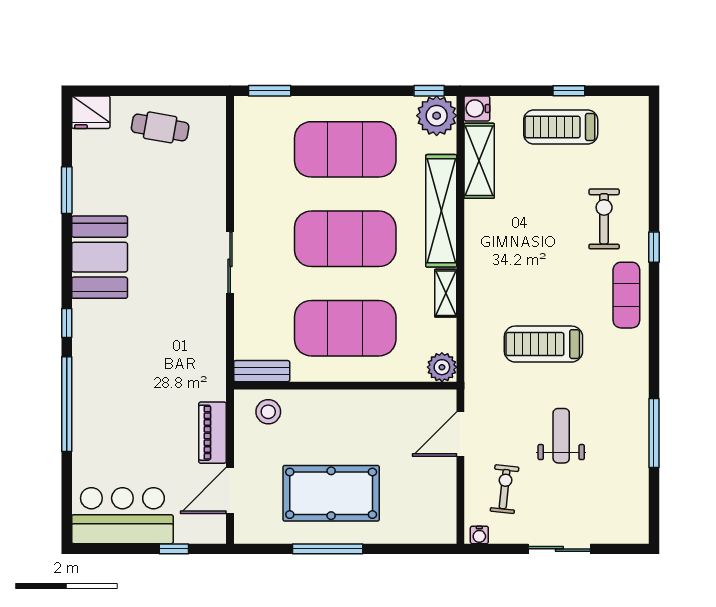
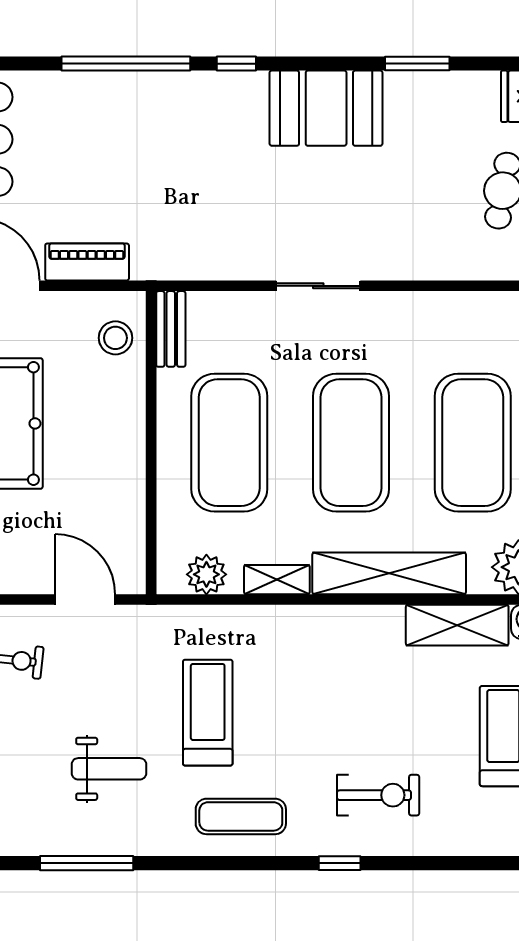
exercise mat: (626, 295) -> (241, 816), moved
plant: (442, 367) -> (206, 574), moved
weight bench: (561, 436) -> (109, 769), moved

